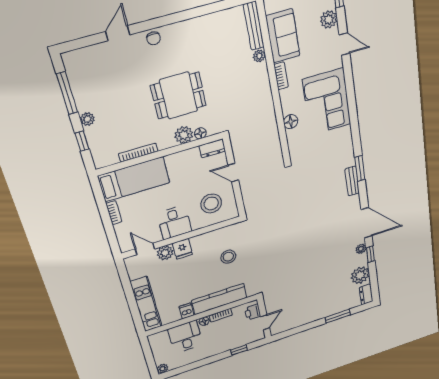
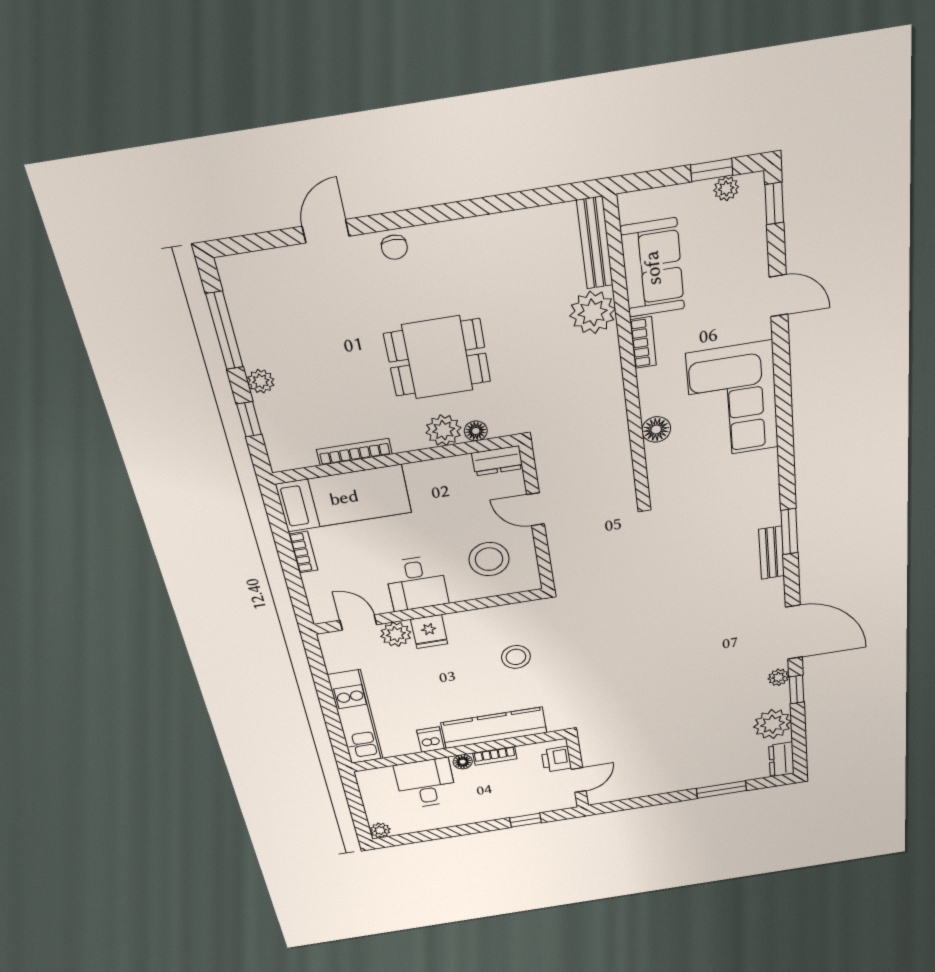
plant: (329, 19) -> (750, 245), removed
plant: (259, 56) -> (593, 312), width x1.88, depth x1.88

